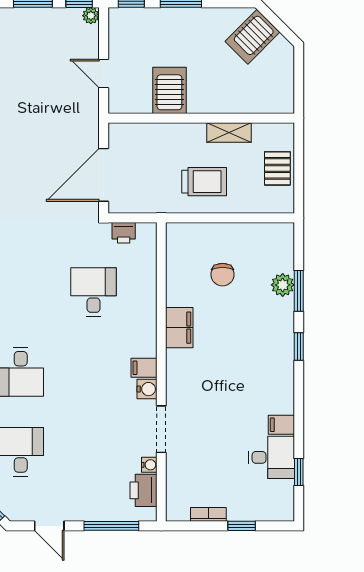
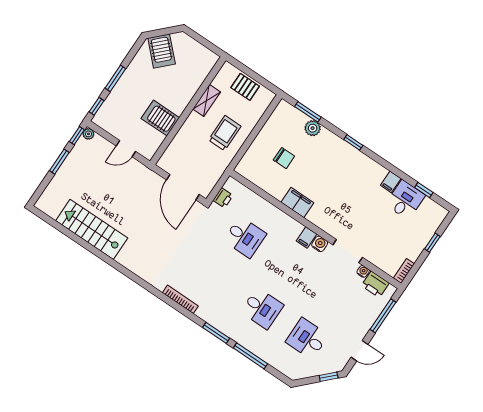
window: (299, 291) -> (308, 112), moved
desk: (94, 292) -> (245, 237), turned 180
bookcase: (208, 514) -> (404, 271), moved

